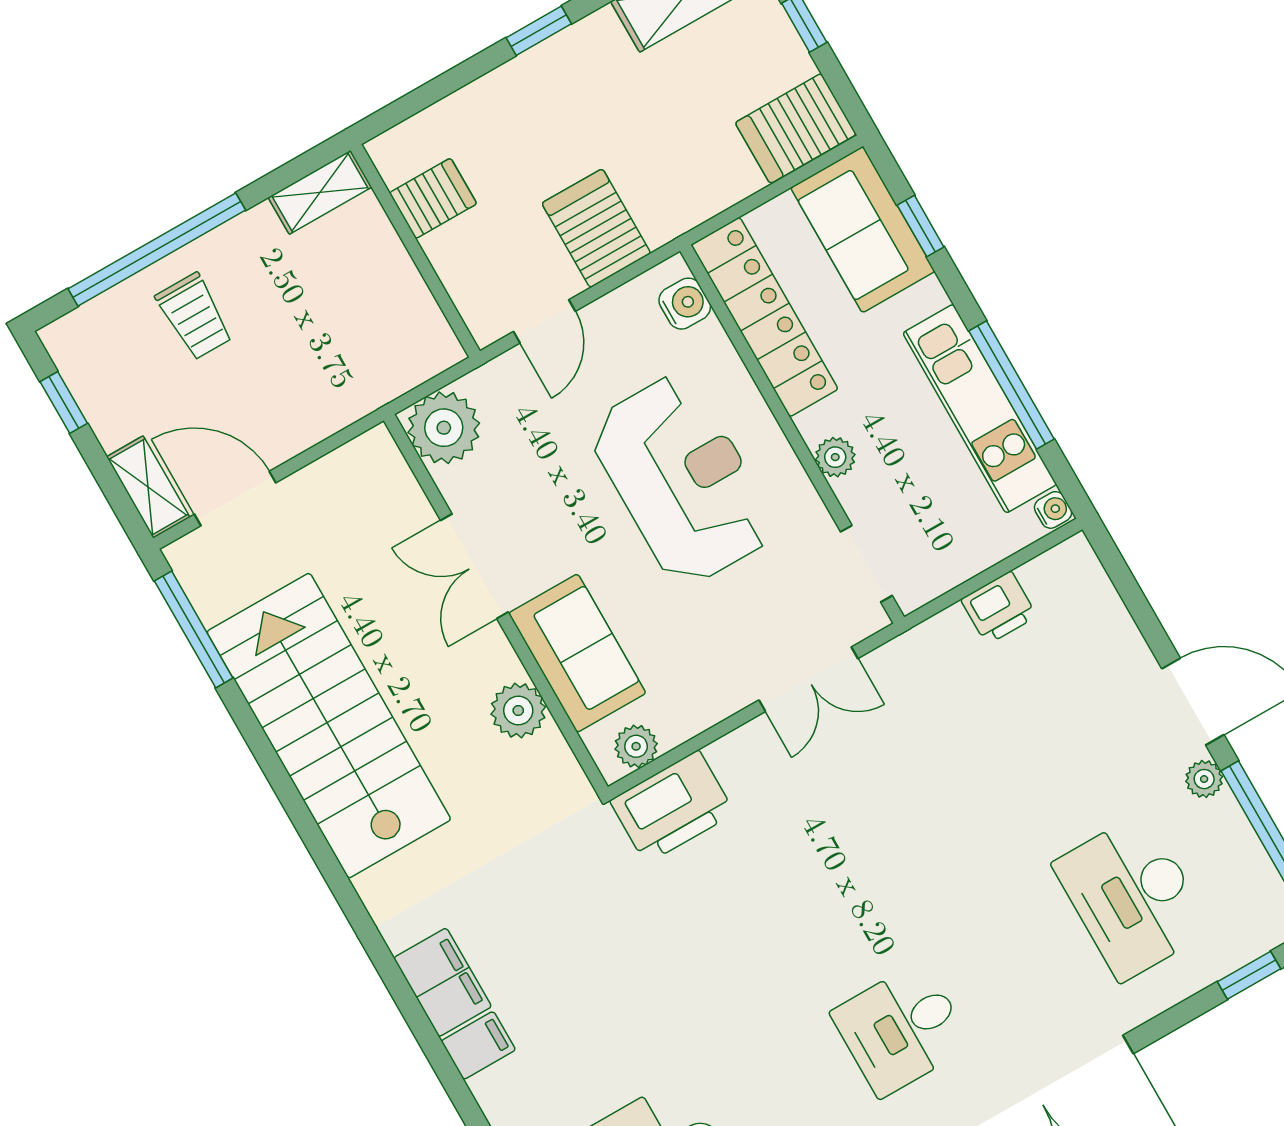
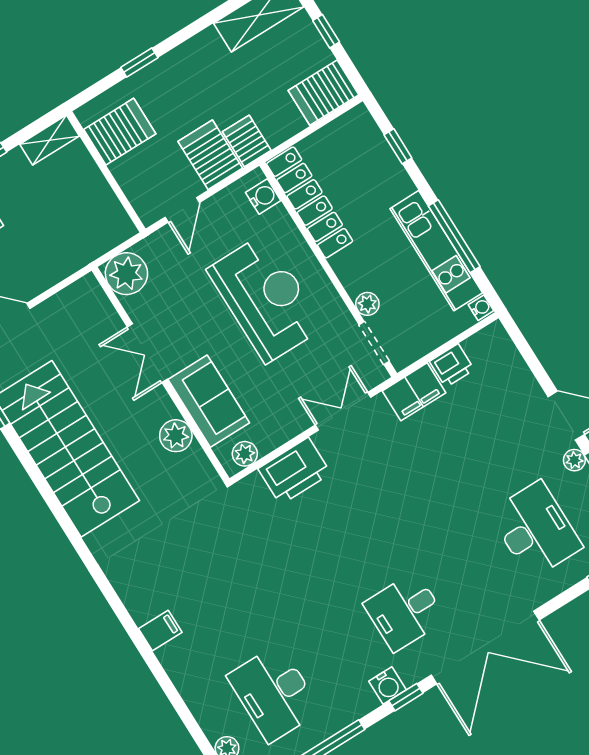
window: (539, 31) -> (139, 63), moved
server rack: (433, 198) -> (120, 132), width x1.36, depth x1.44
server rack: (660, 207) -> (247, 141), added
sofa: (863, 230) -> (365, 150), removed
plant: (835, 457) -> (367, 304), moved
double door: (808, 679) -> (343, 411), swing flipped
printer: (672, 807) -> (294, 471), moved
desk: (1132, 897) -> (535, 530), turned 180
filing cabinet: (443, 982) -> (414, 392), moved, turned 90

